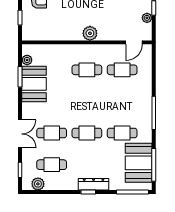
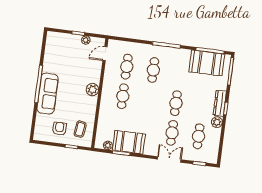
coffee table: (42, 25) -> (80, 129), added
door: (134, 42) -> (105, 54), swing flipped
cafe table: (122, 133) -> (153, 70), moved
plant: (38, 184) -> (217, 122), moved

